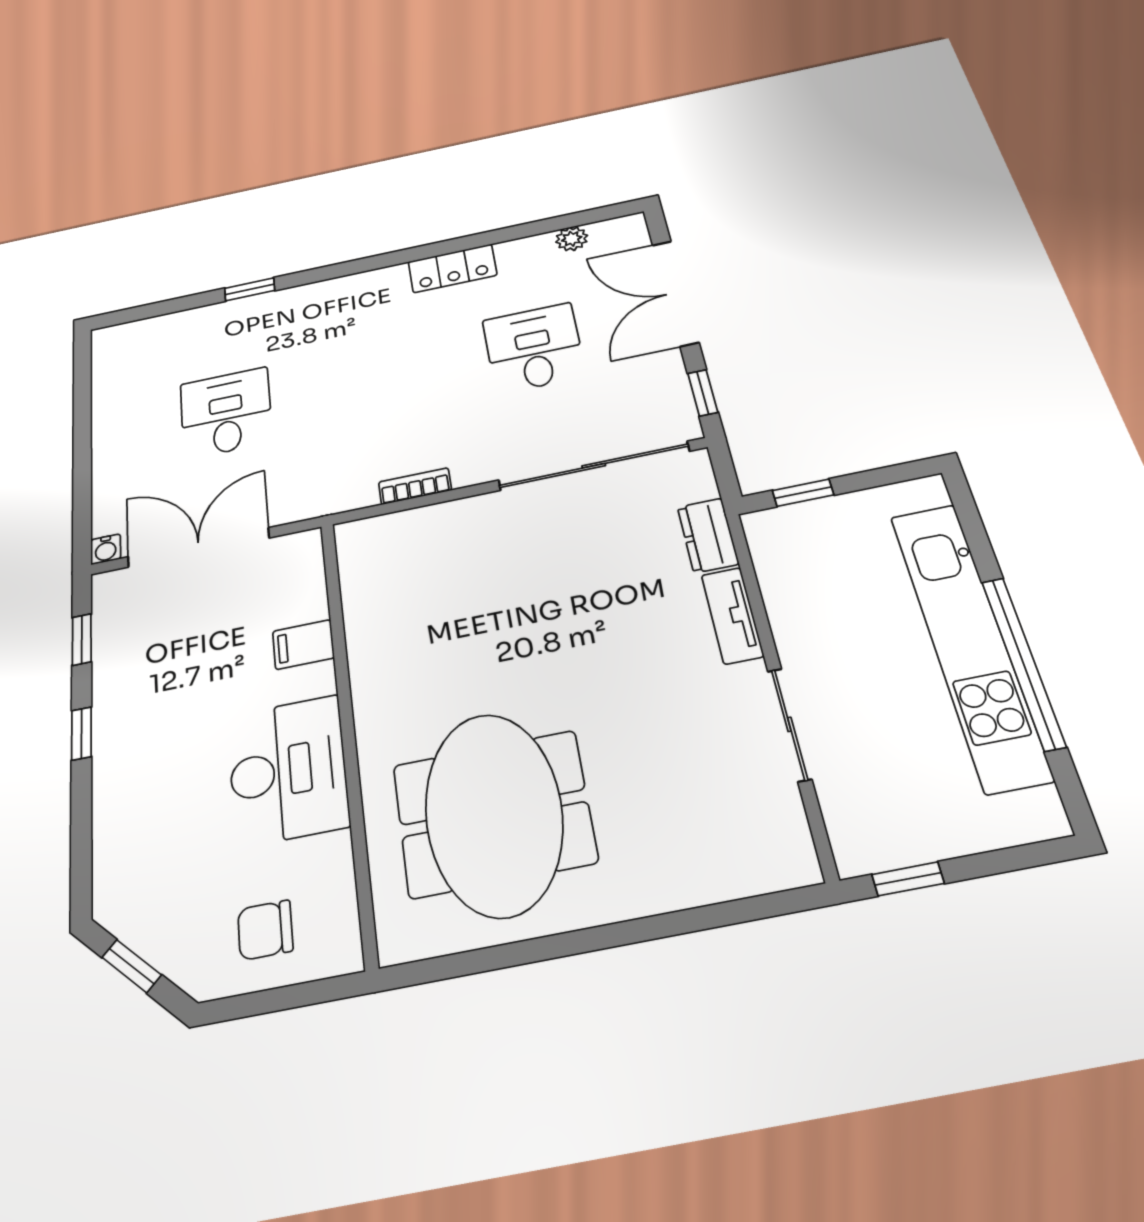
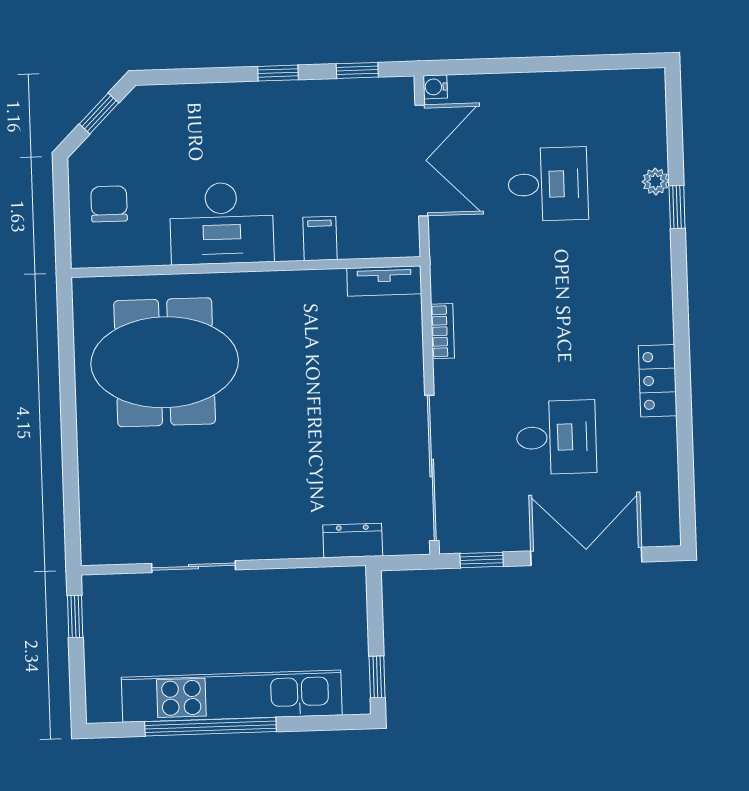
plant: (572, 239) -> (655, 181), moved
window: (803, 493) -> (377, 677), moved
tv unit: (732, 615) -> (384, 281), moved, turned 180

